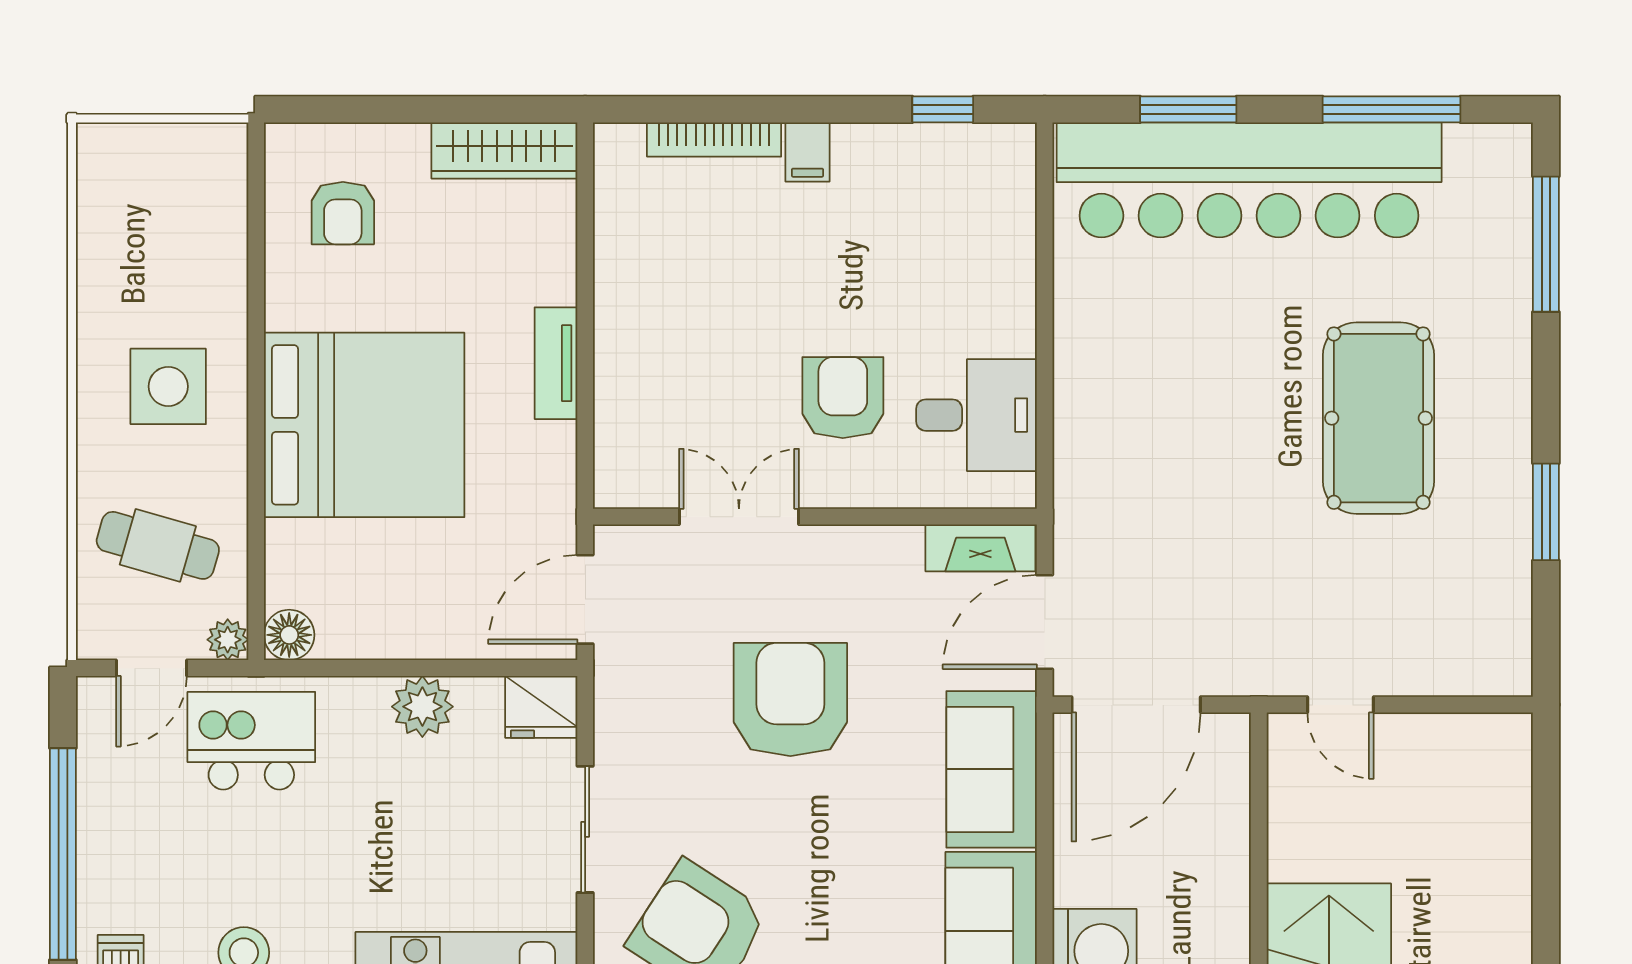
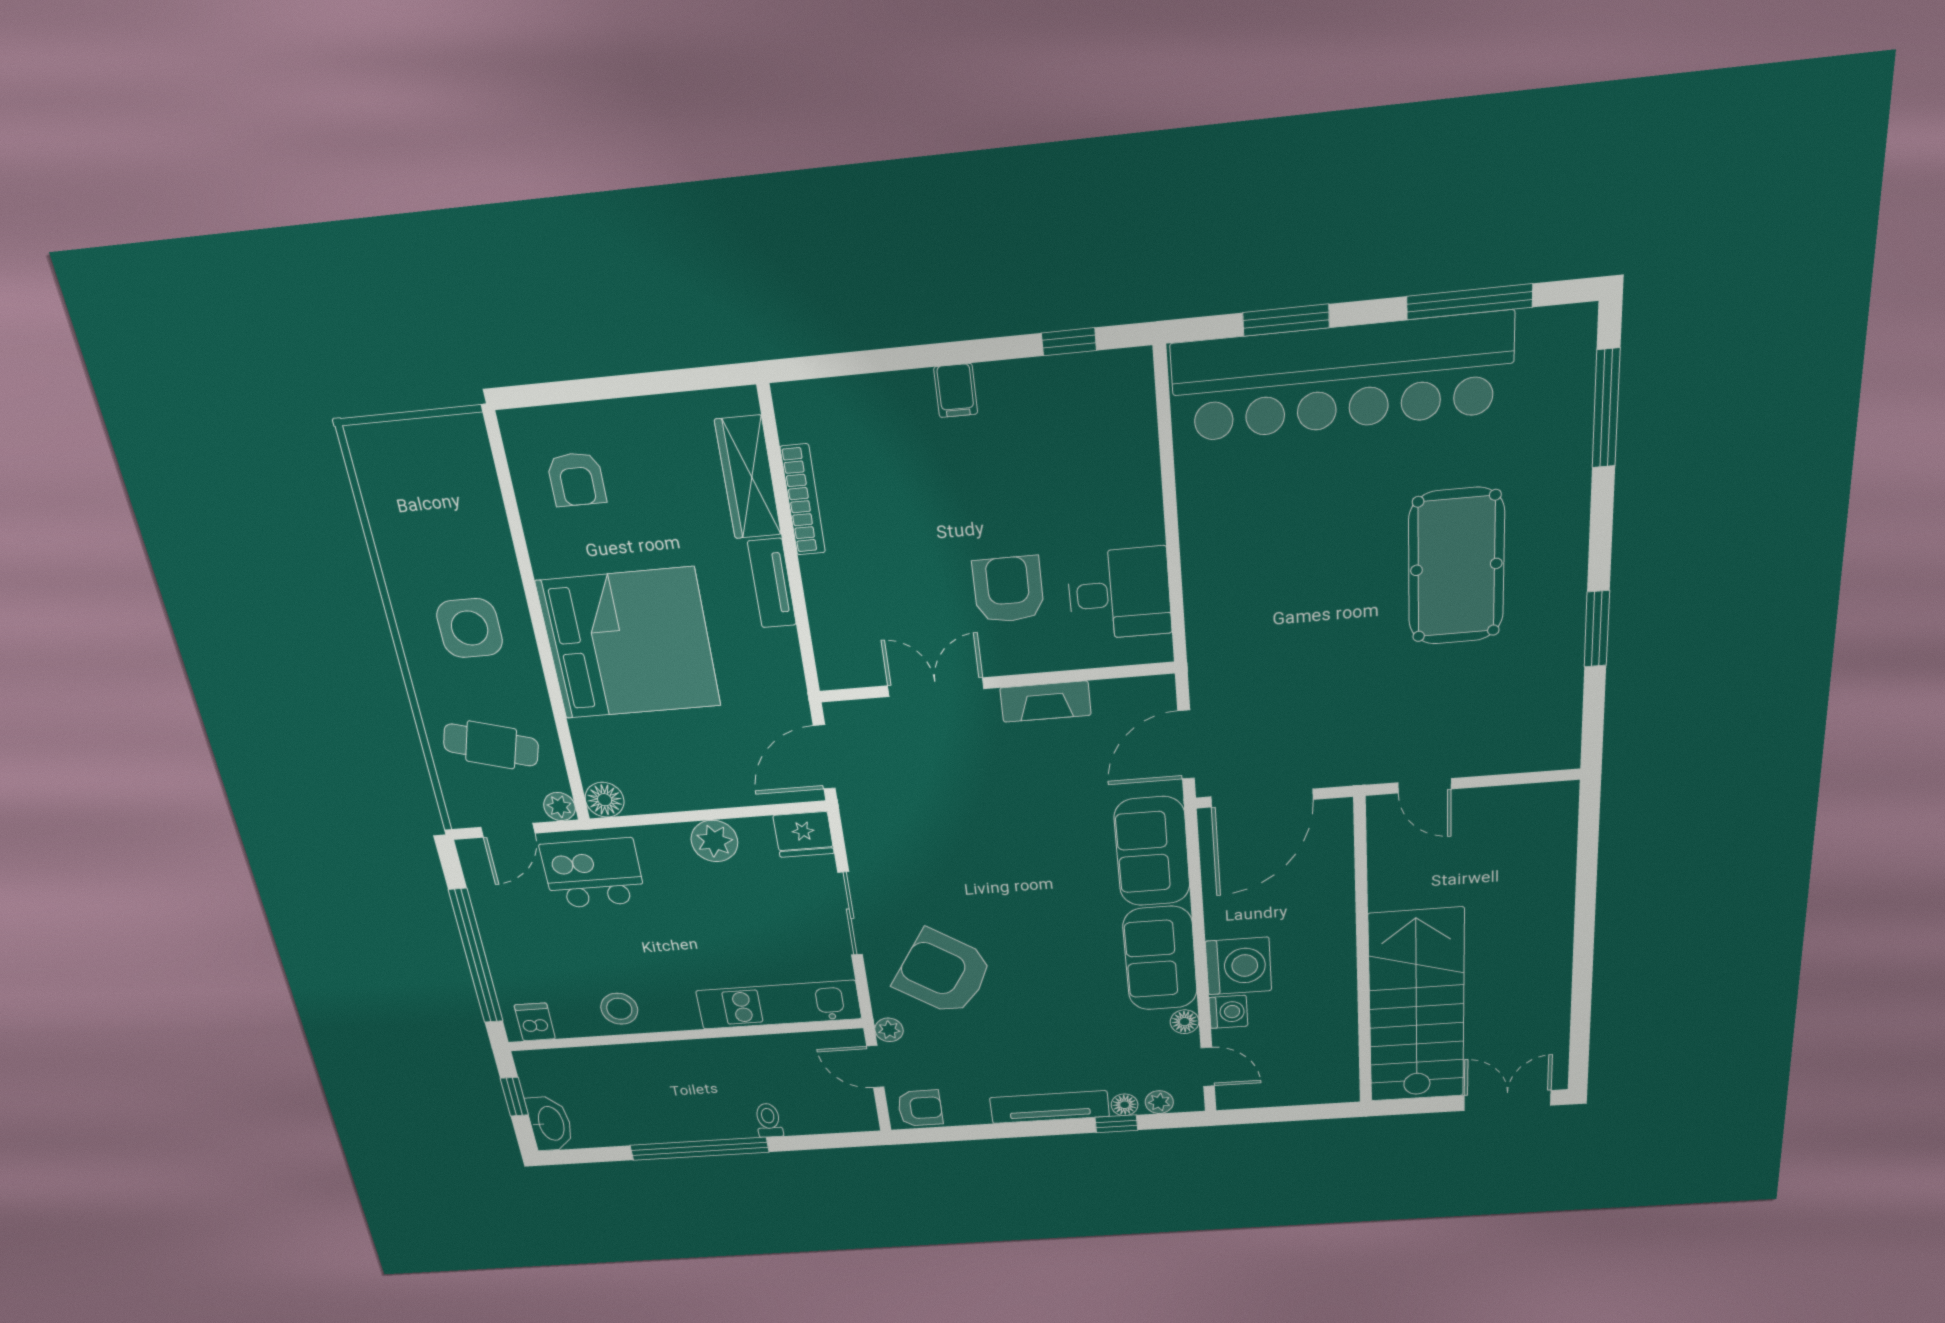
bookcase: (714, 140) -> (803, 500), moved, turned -90
wardrobe: (504, 151) -> (748, 477), moved, turned 90
fireplace: (980, 548) -> (1046, 702), moved
armchair: (790, 699) -> (992, 815), removed

